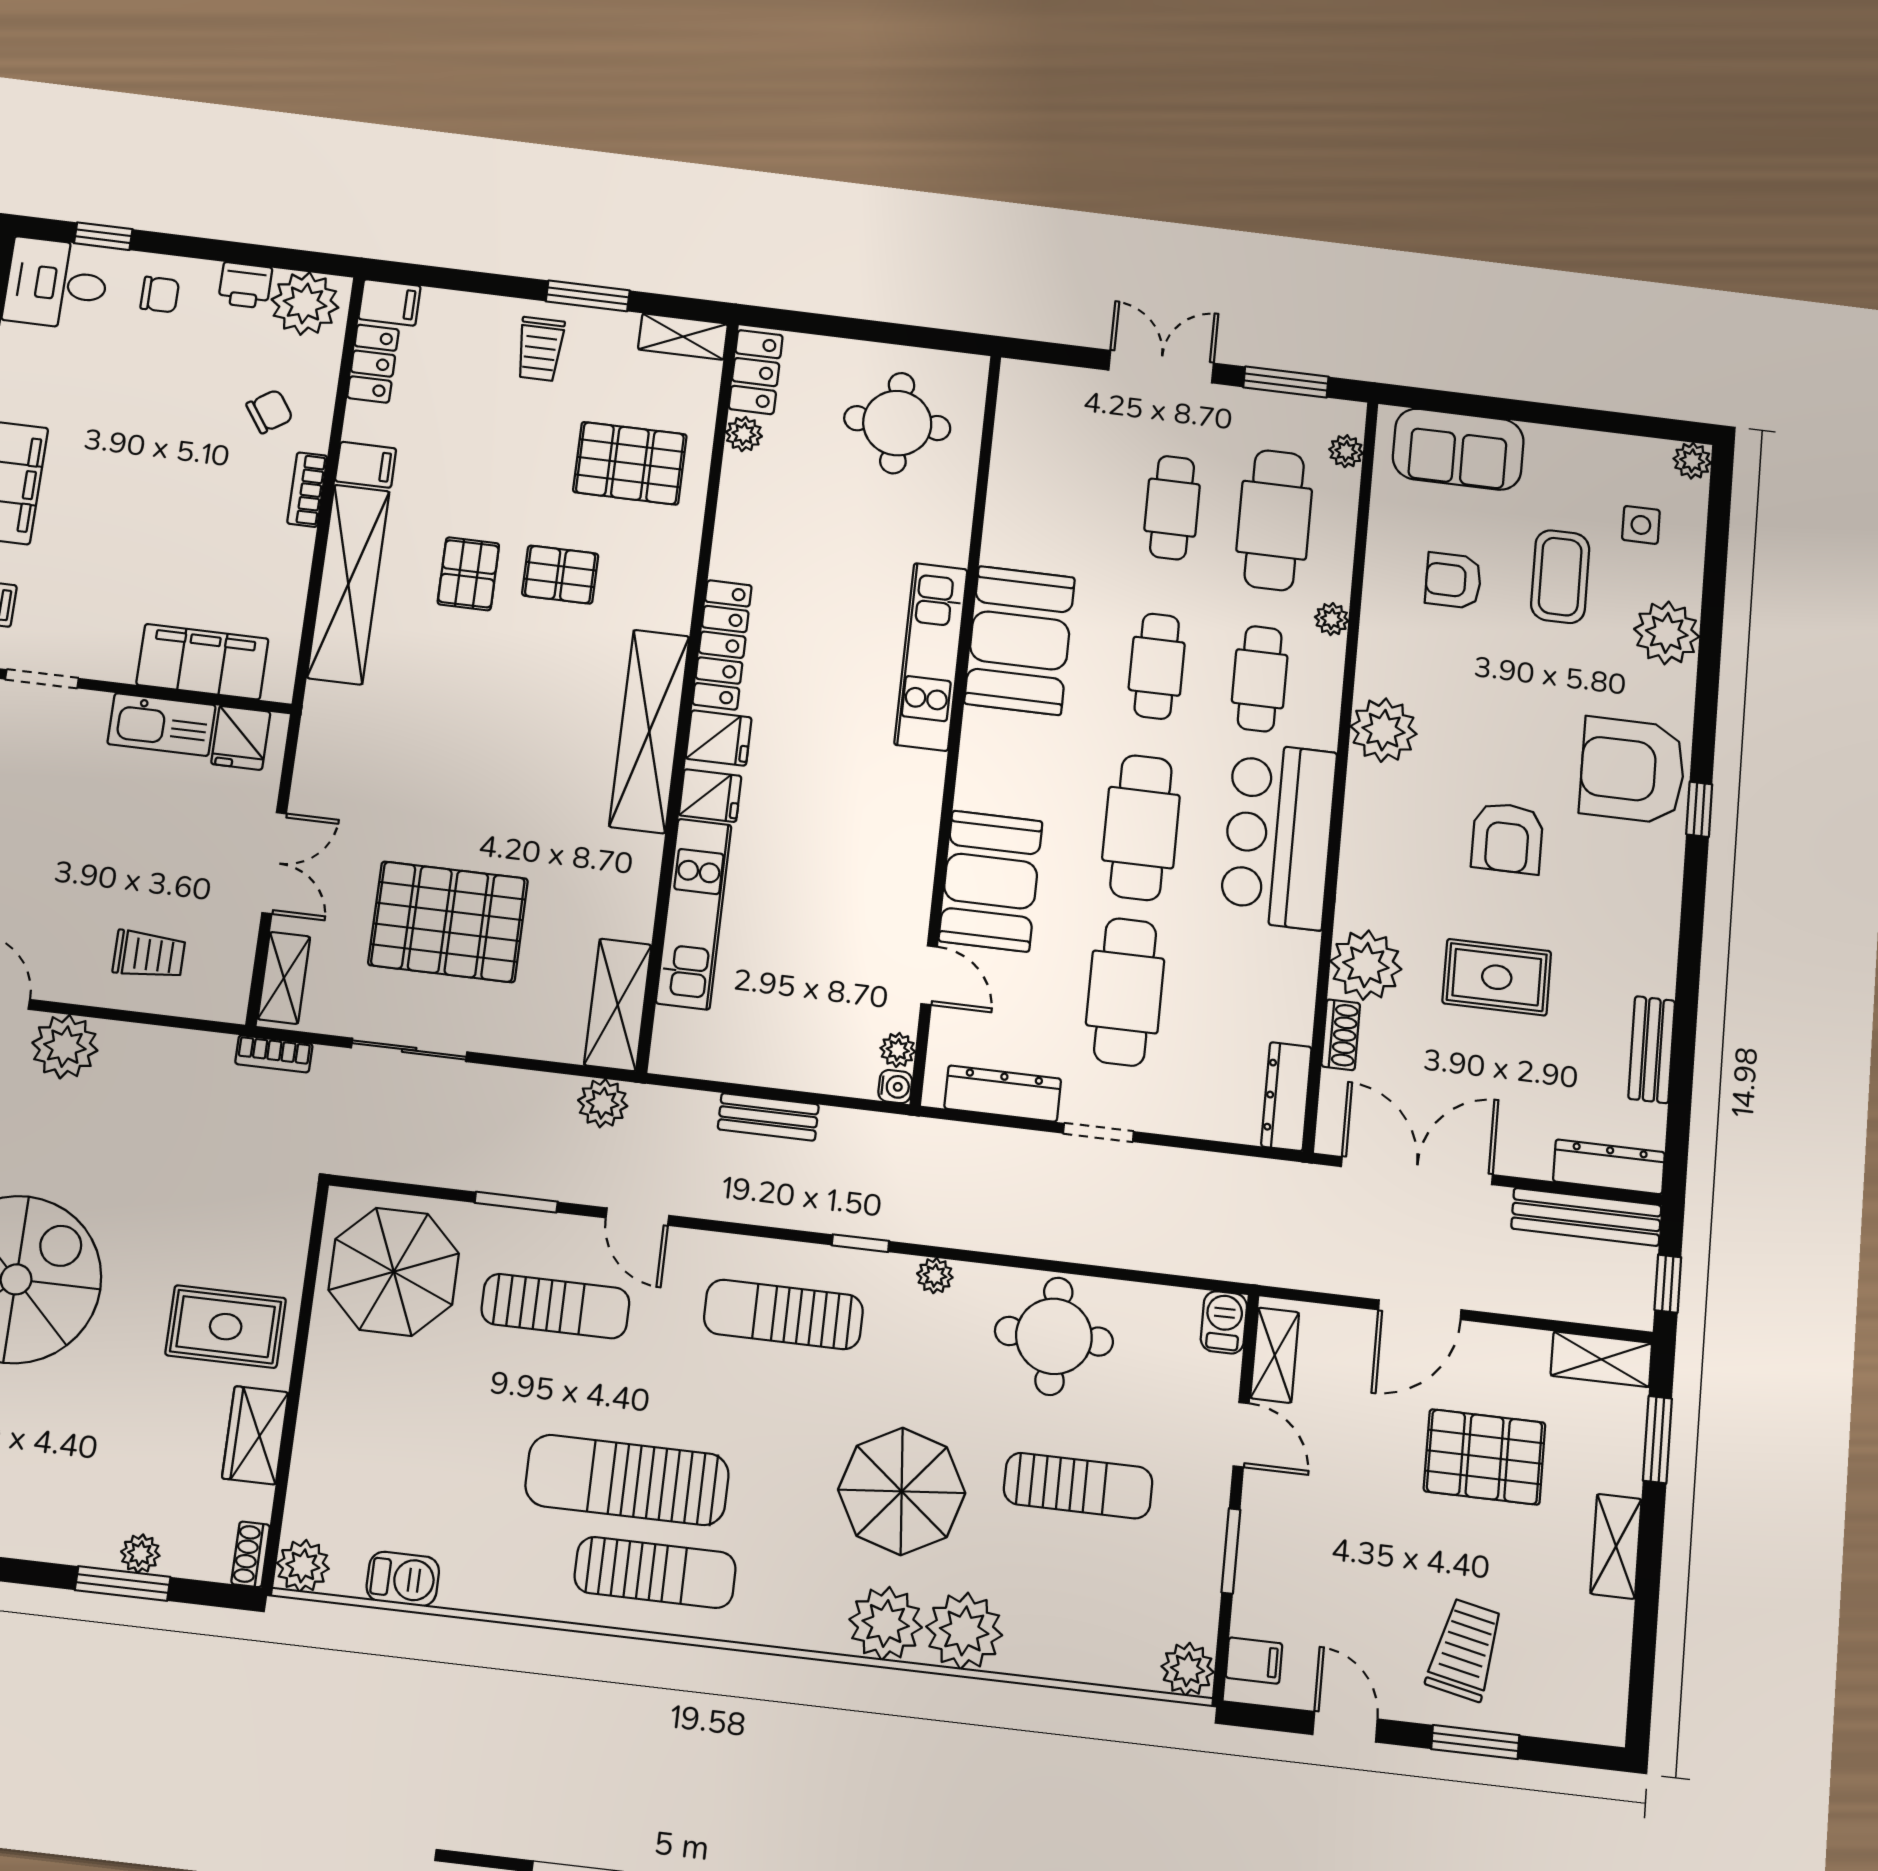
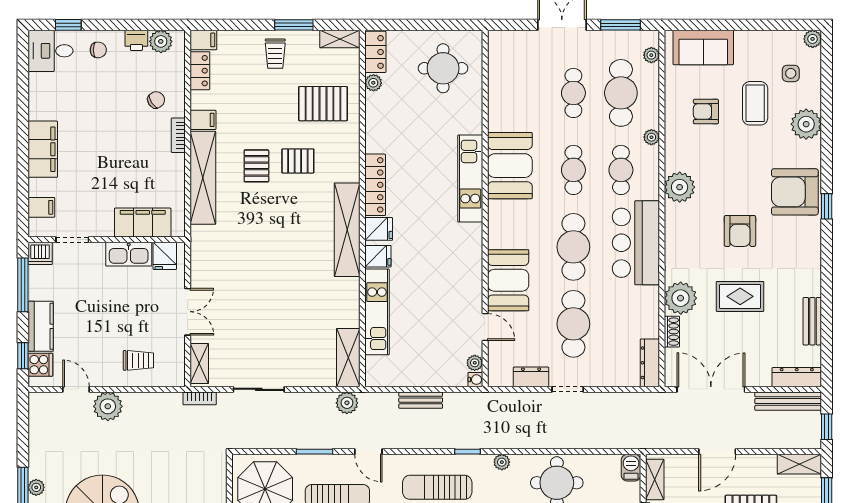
plant: (305, 304) -> (161, 41), width x0.73, depth x0.73
pallet: (448, 922) -> (268, 329), removed
dresser: (1003, 1094) -> (531, 377), width x0.70

